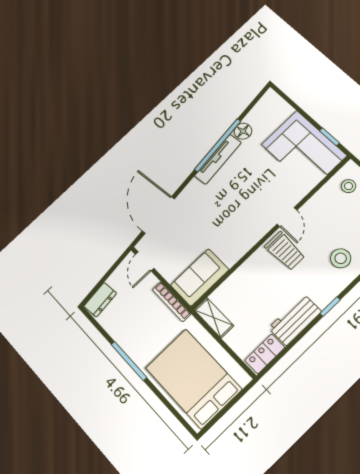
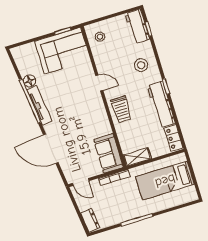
door: (158, 215) -> (51, 149), moved
trolley: (285, 251) -> (121, 109), moved, turned 90
workbench: (295, 320) -> (161, 105), width x1.38
bed: (193, 379) -> (165, 181), width x0.67

